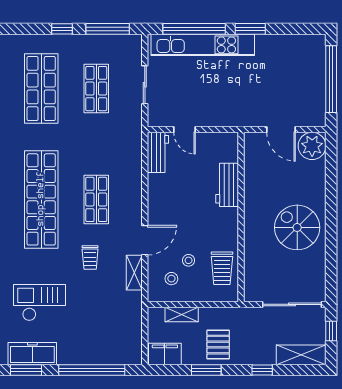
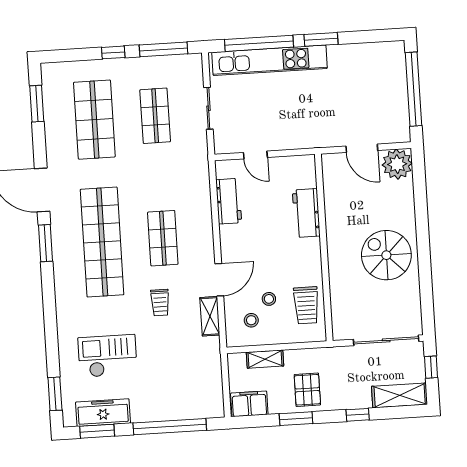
workbench: (158, 152) -> (229, 201), moved

